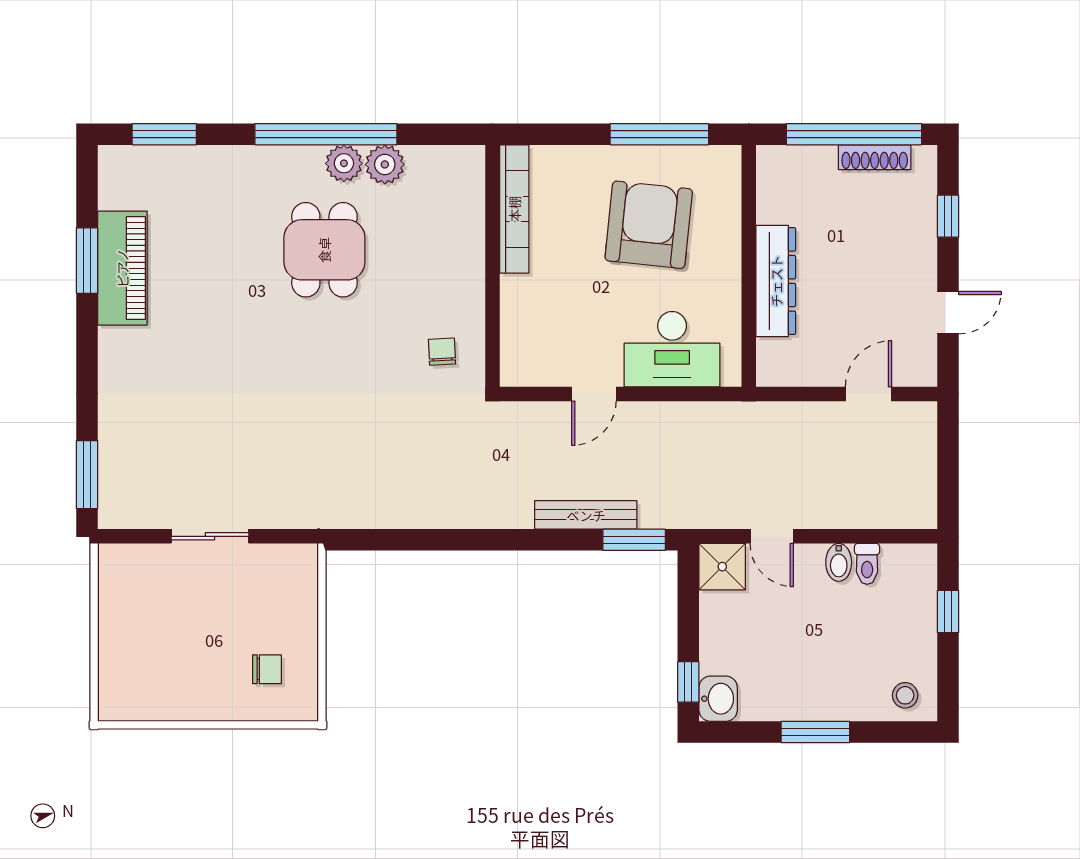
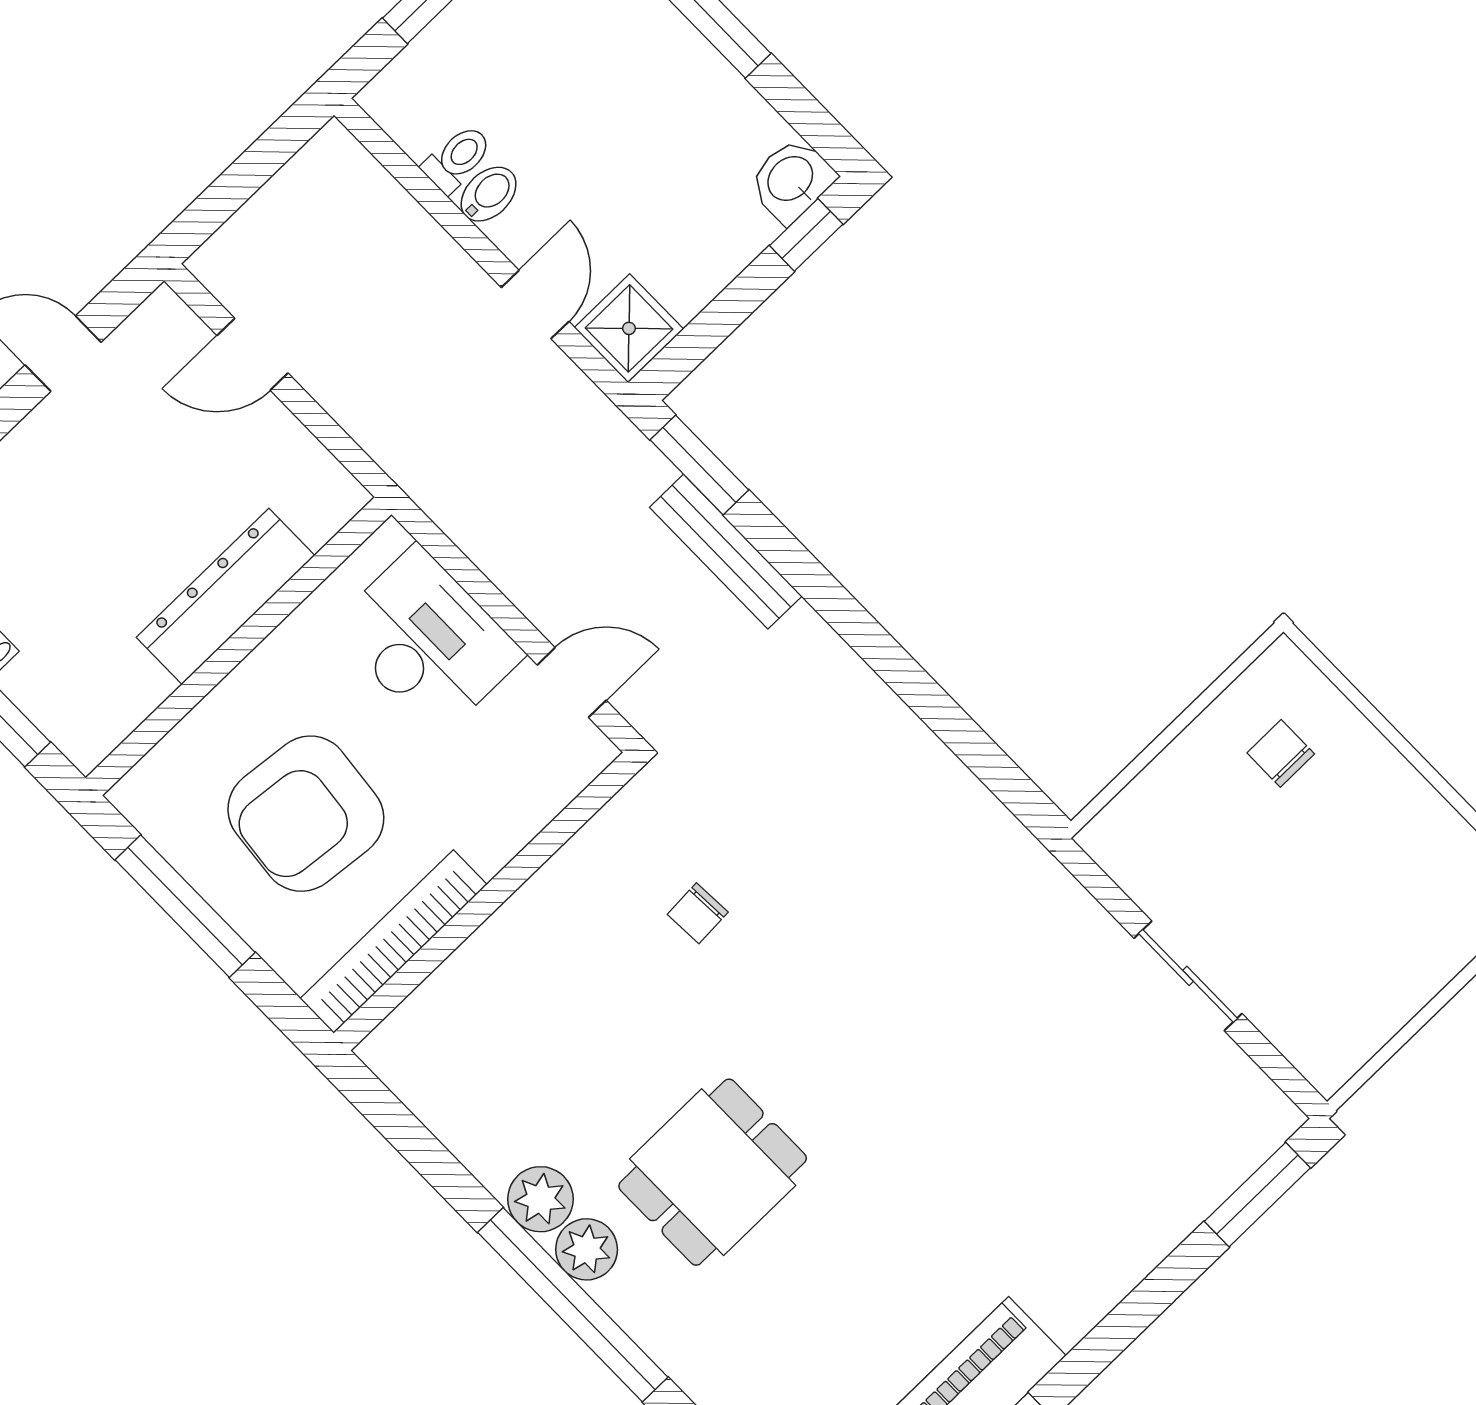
bookcase: (514, 209) -> (394, 942), moved
wall: (493, 266) -> (487, 901), moved

